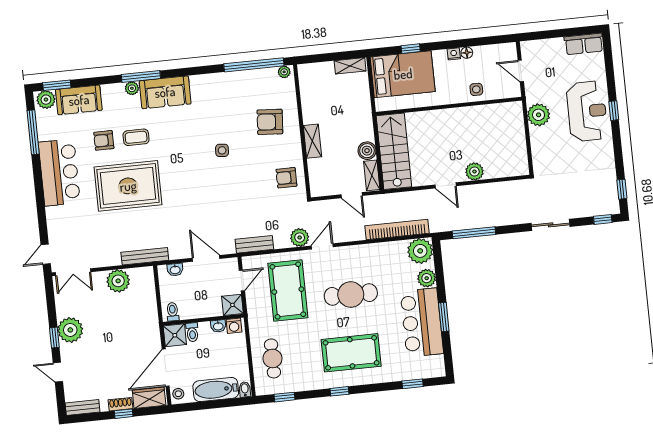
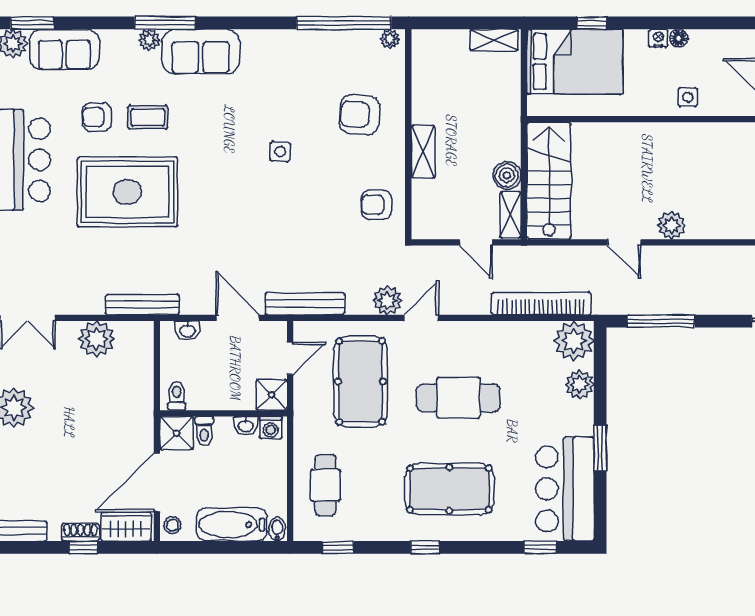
bench: (254, 244) -> (305, 304), width x1.36
bar counter: (422, 322) -> (565, 489), moved

